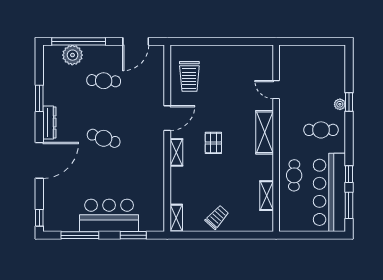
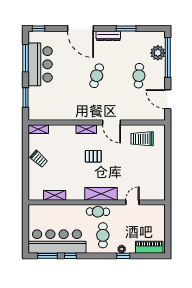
piano: (337, 67) -> (149, 247), added
cafe table: (294, 175) -> (98, 212), moved
bar counter: (109, 215) -> (40, 64), moved

